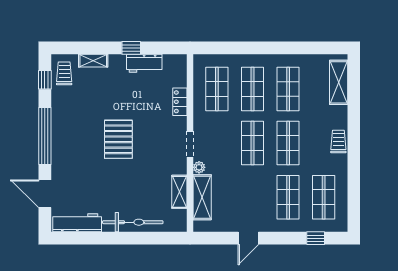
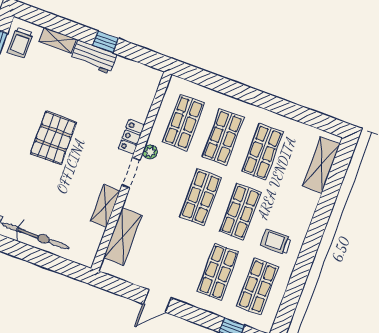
workbench: (144, 63) -> (94, 57), moved
trolley: (64, 73) -> (20, 43), turned 180
locker: (180, 102) -> (131, 137), moved
trolley: (338, 141) -> (276, 242), moved, turned -90
plant: (199, 167) -> (150, 152), moved
shelving: (179, 192) -> (105, 206), moved

